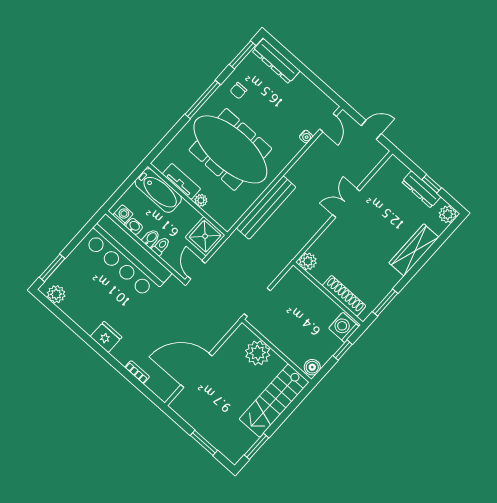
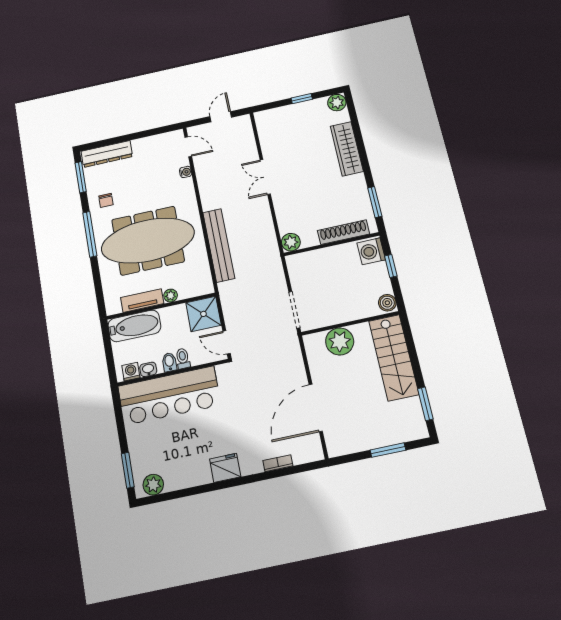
dresser: (421, 189) -> (300, 110), removed

